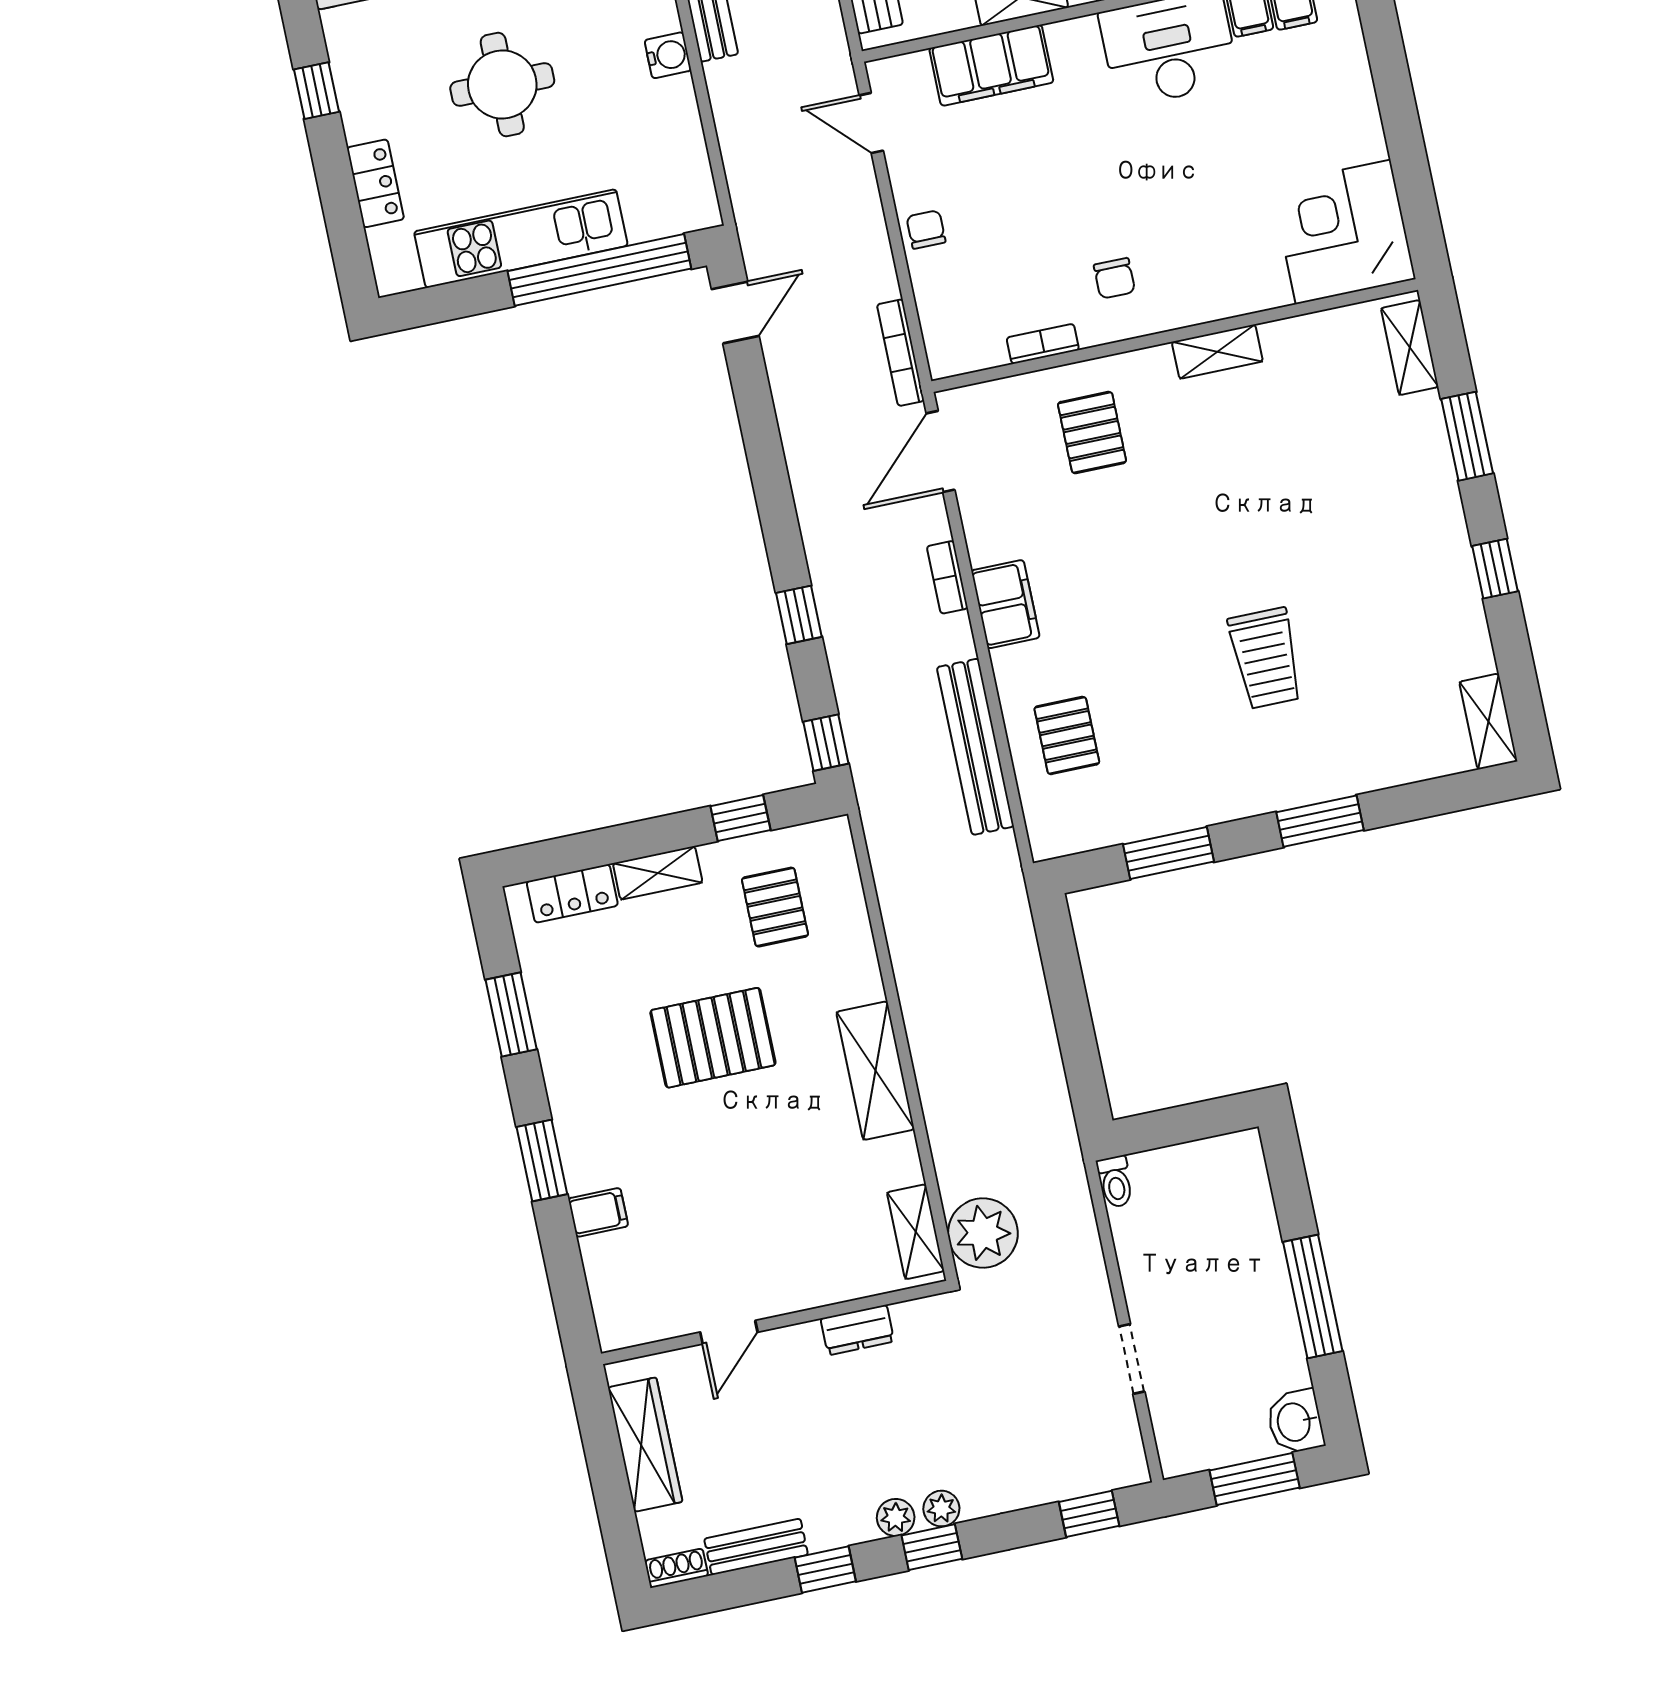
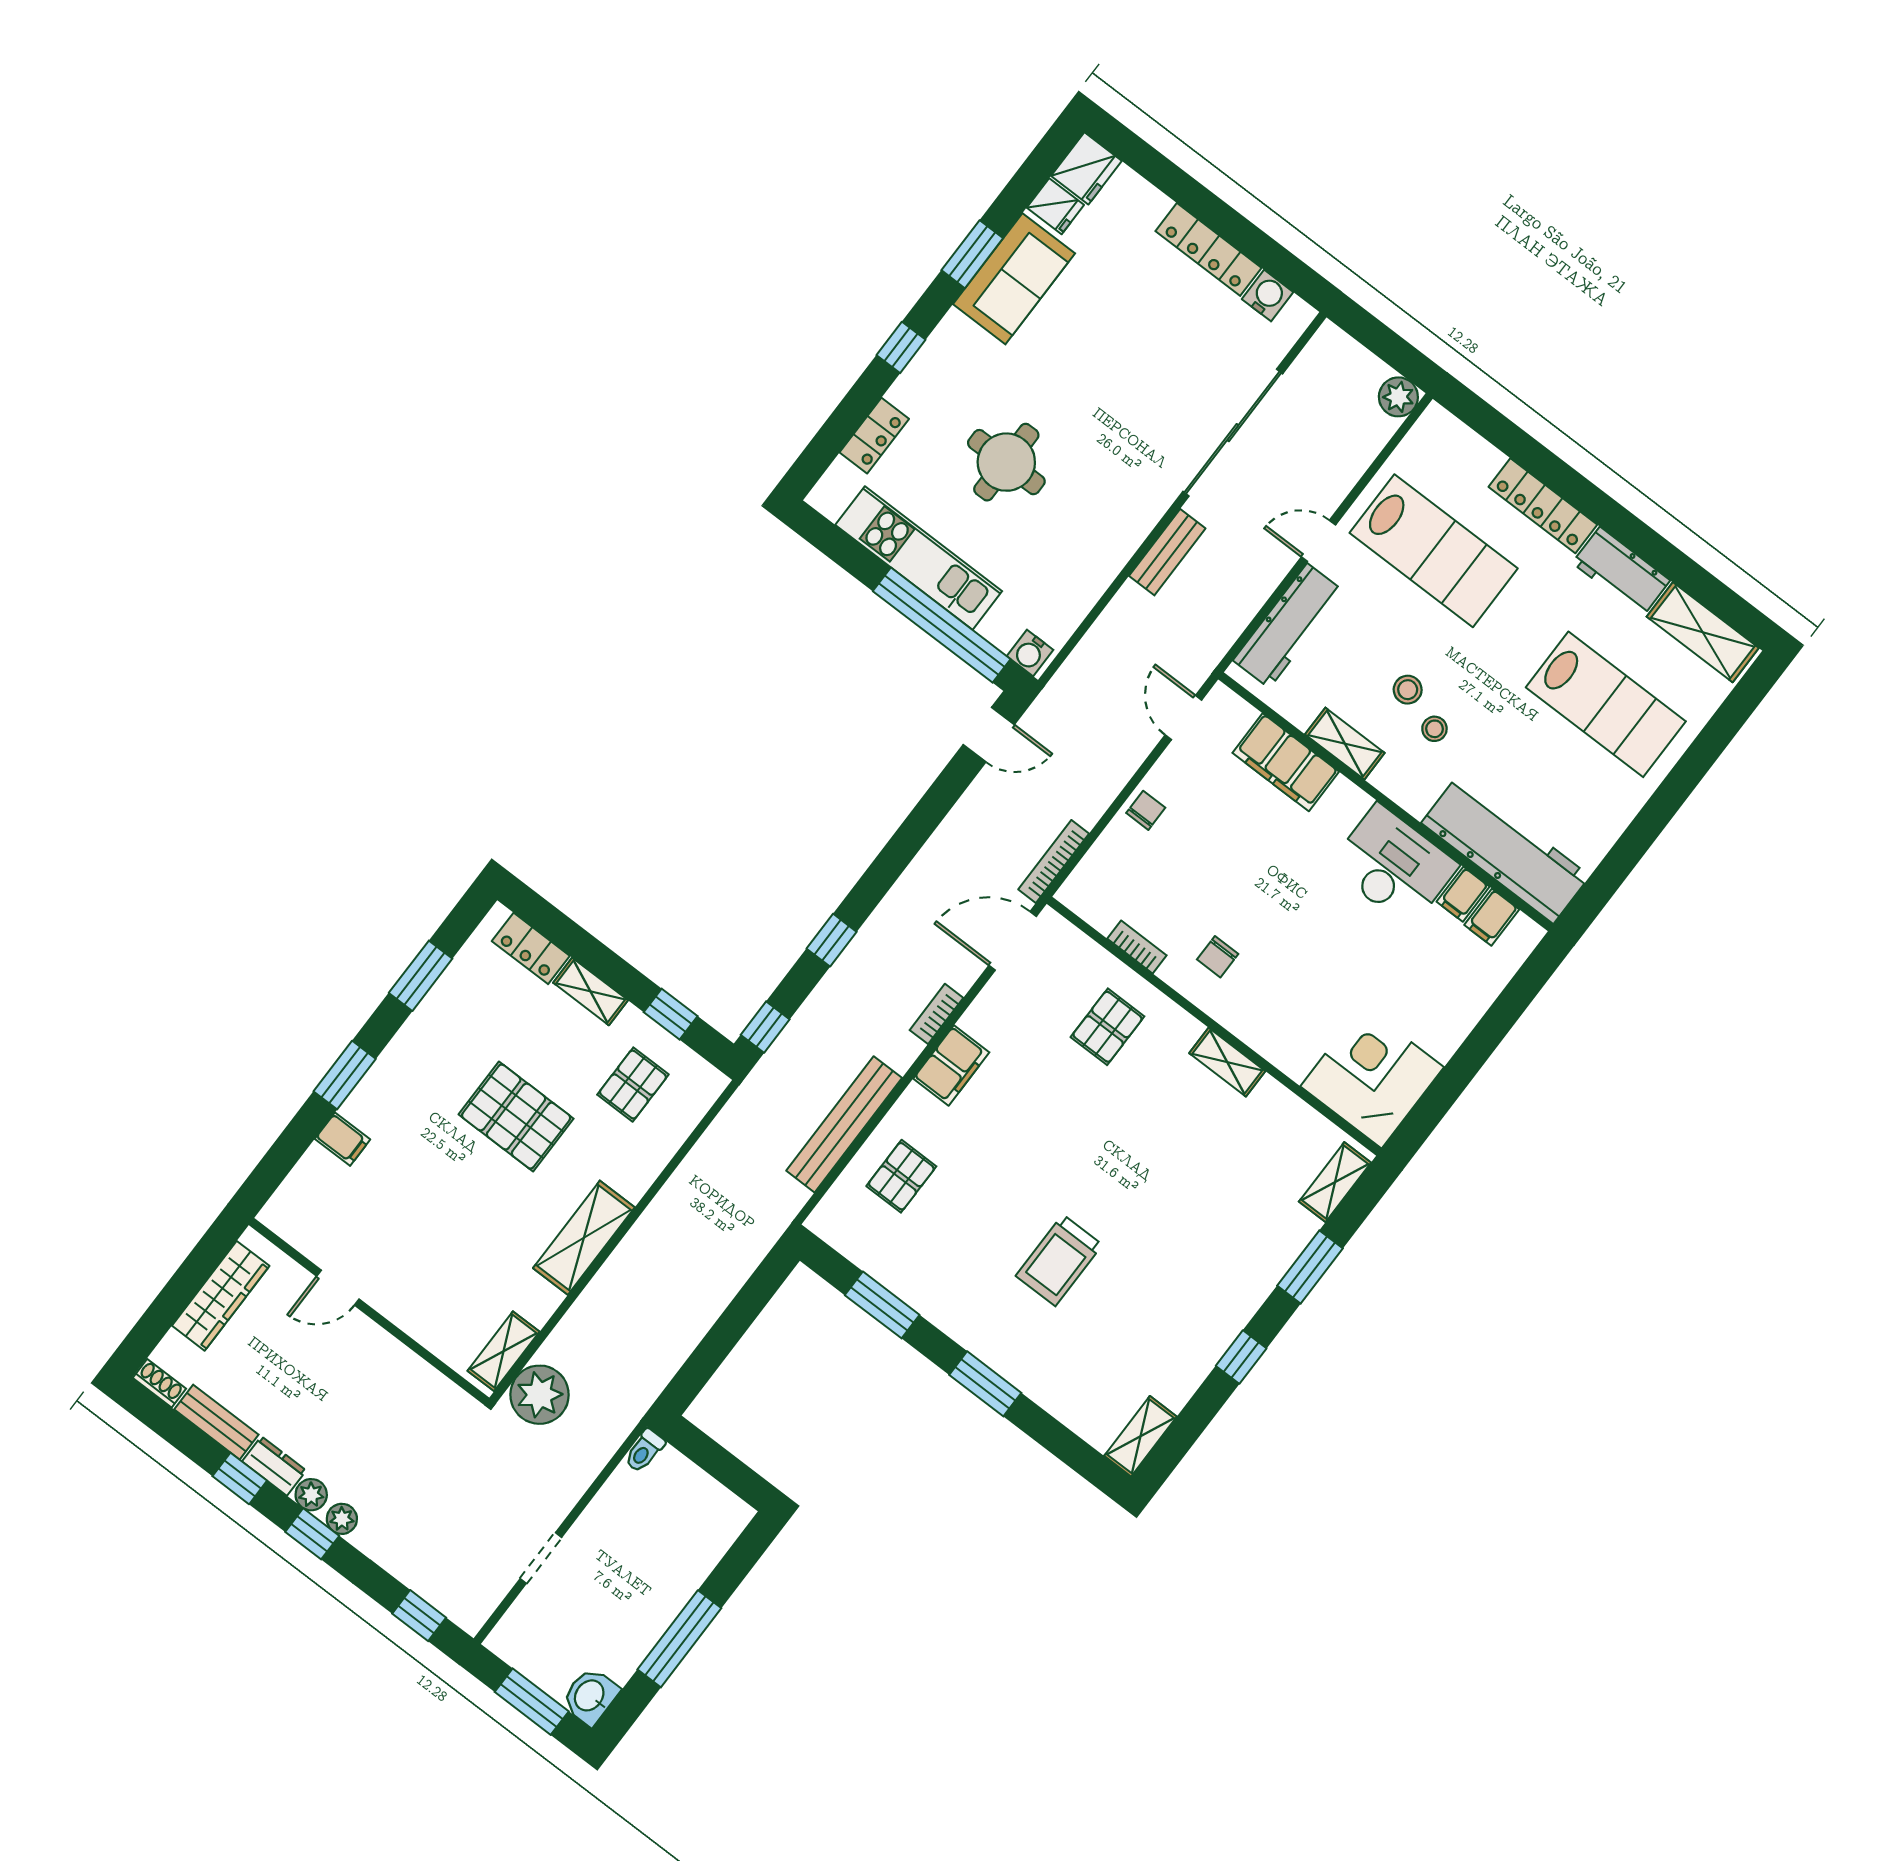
water cooler: (668, 55) -> (1030, 653), moved, turned 90
dresser: (857, 1330) -> (274, 1466), moved, turned 180

